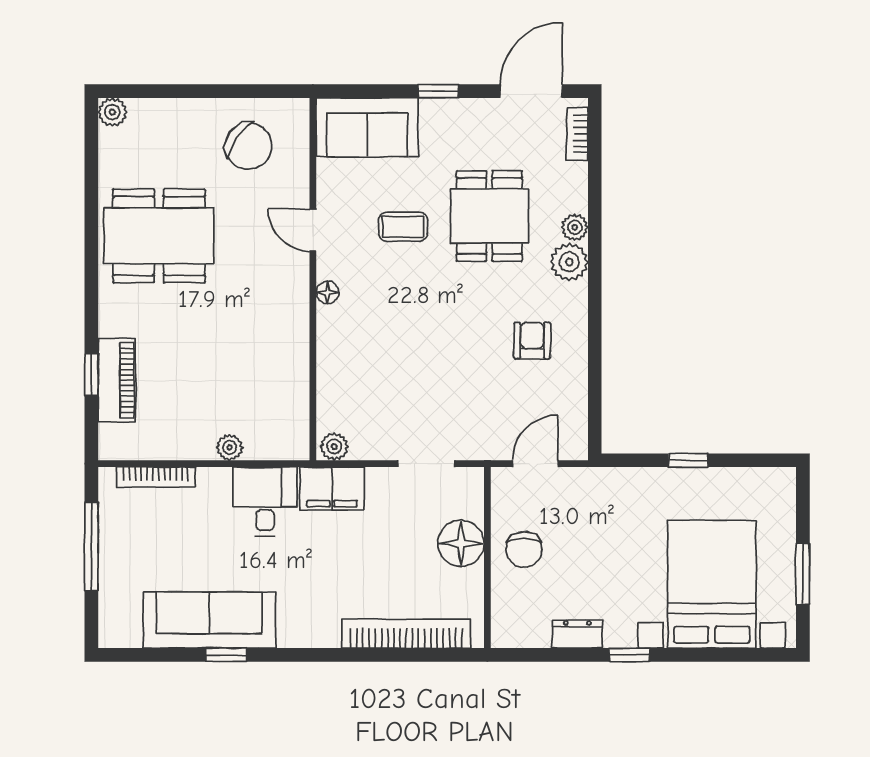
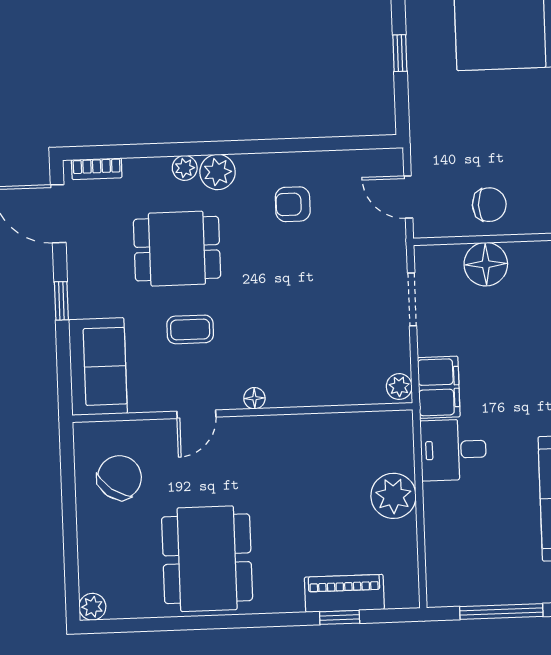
coffee table: (403, 227) -> (190, 329), turned 90
plant: (230, 447) -> (393, 496), width x1.87, depth x1.87
bookcase: (156, 477) -> (434, 553), removed

